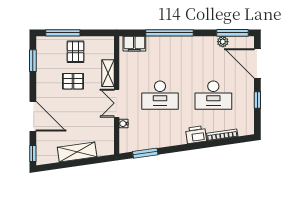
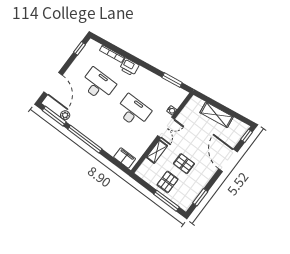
window: (169, 33) -> (85, 139), moved
window: (257, 100) -> (80, 48), moved

